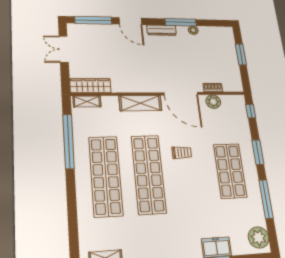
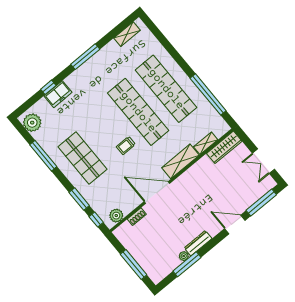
window: (181, 22) -> (187, 264), moved
dresser: (161, 30) -> (198, 243), moved
double door: (64, 49) -> (263, 161), swing flipped
window: (241, 54) -> (134, 264), width x1.44
shelving: (87, 101) -> (206, 143), moved
plant: (213, 102) -> (116, 216), moved
window: (258, 152) -> (79, 199), moved

